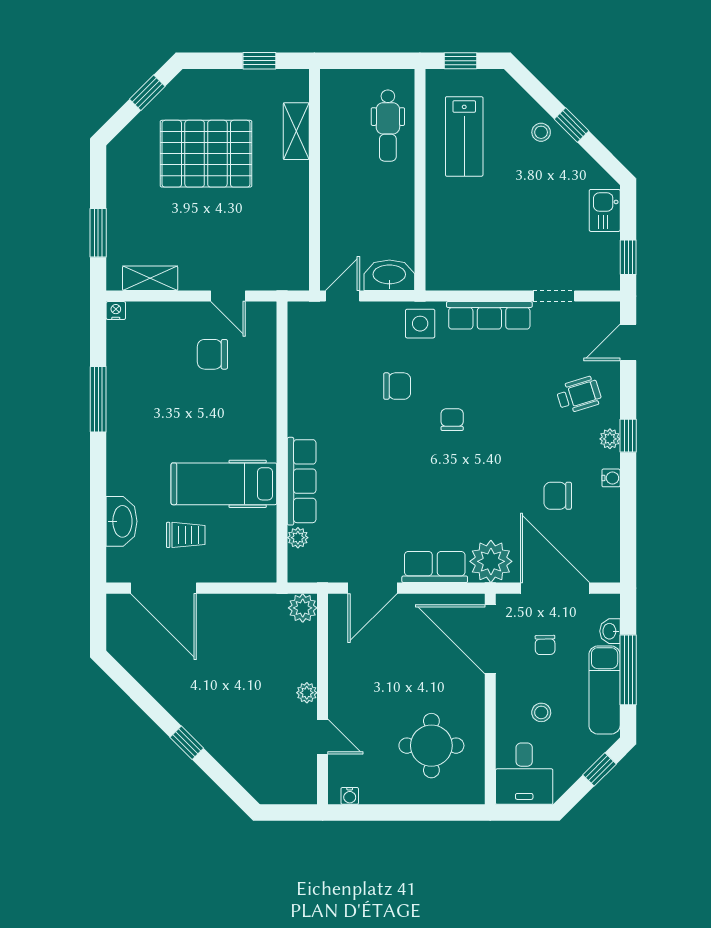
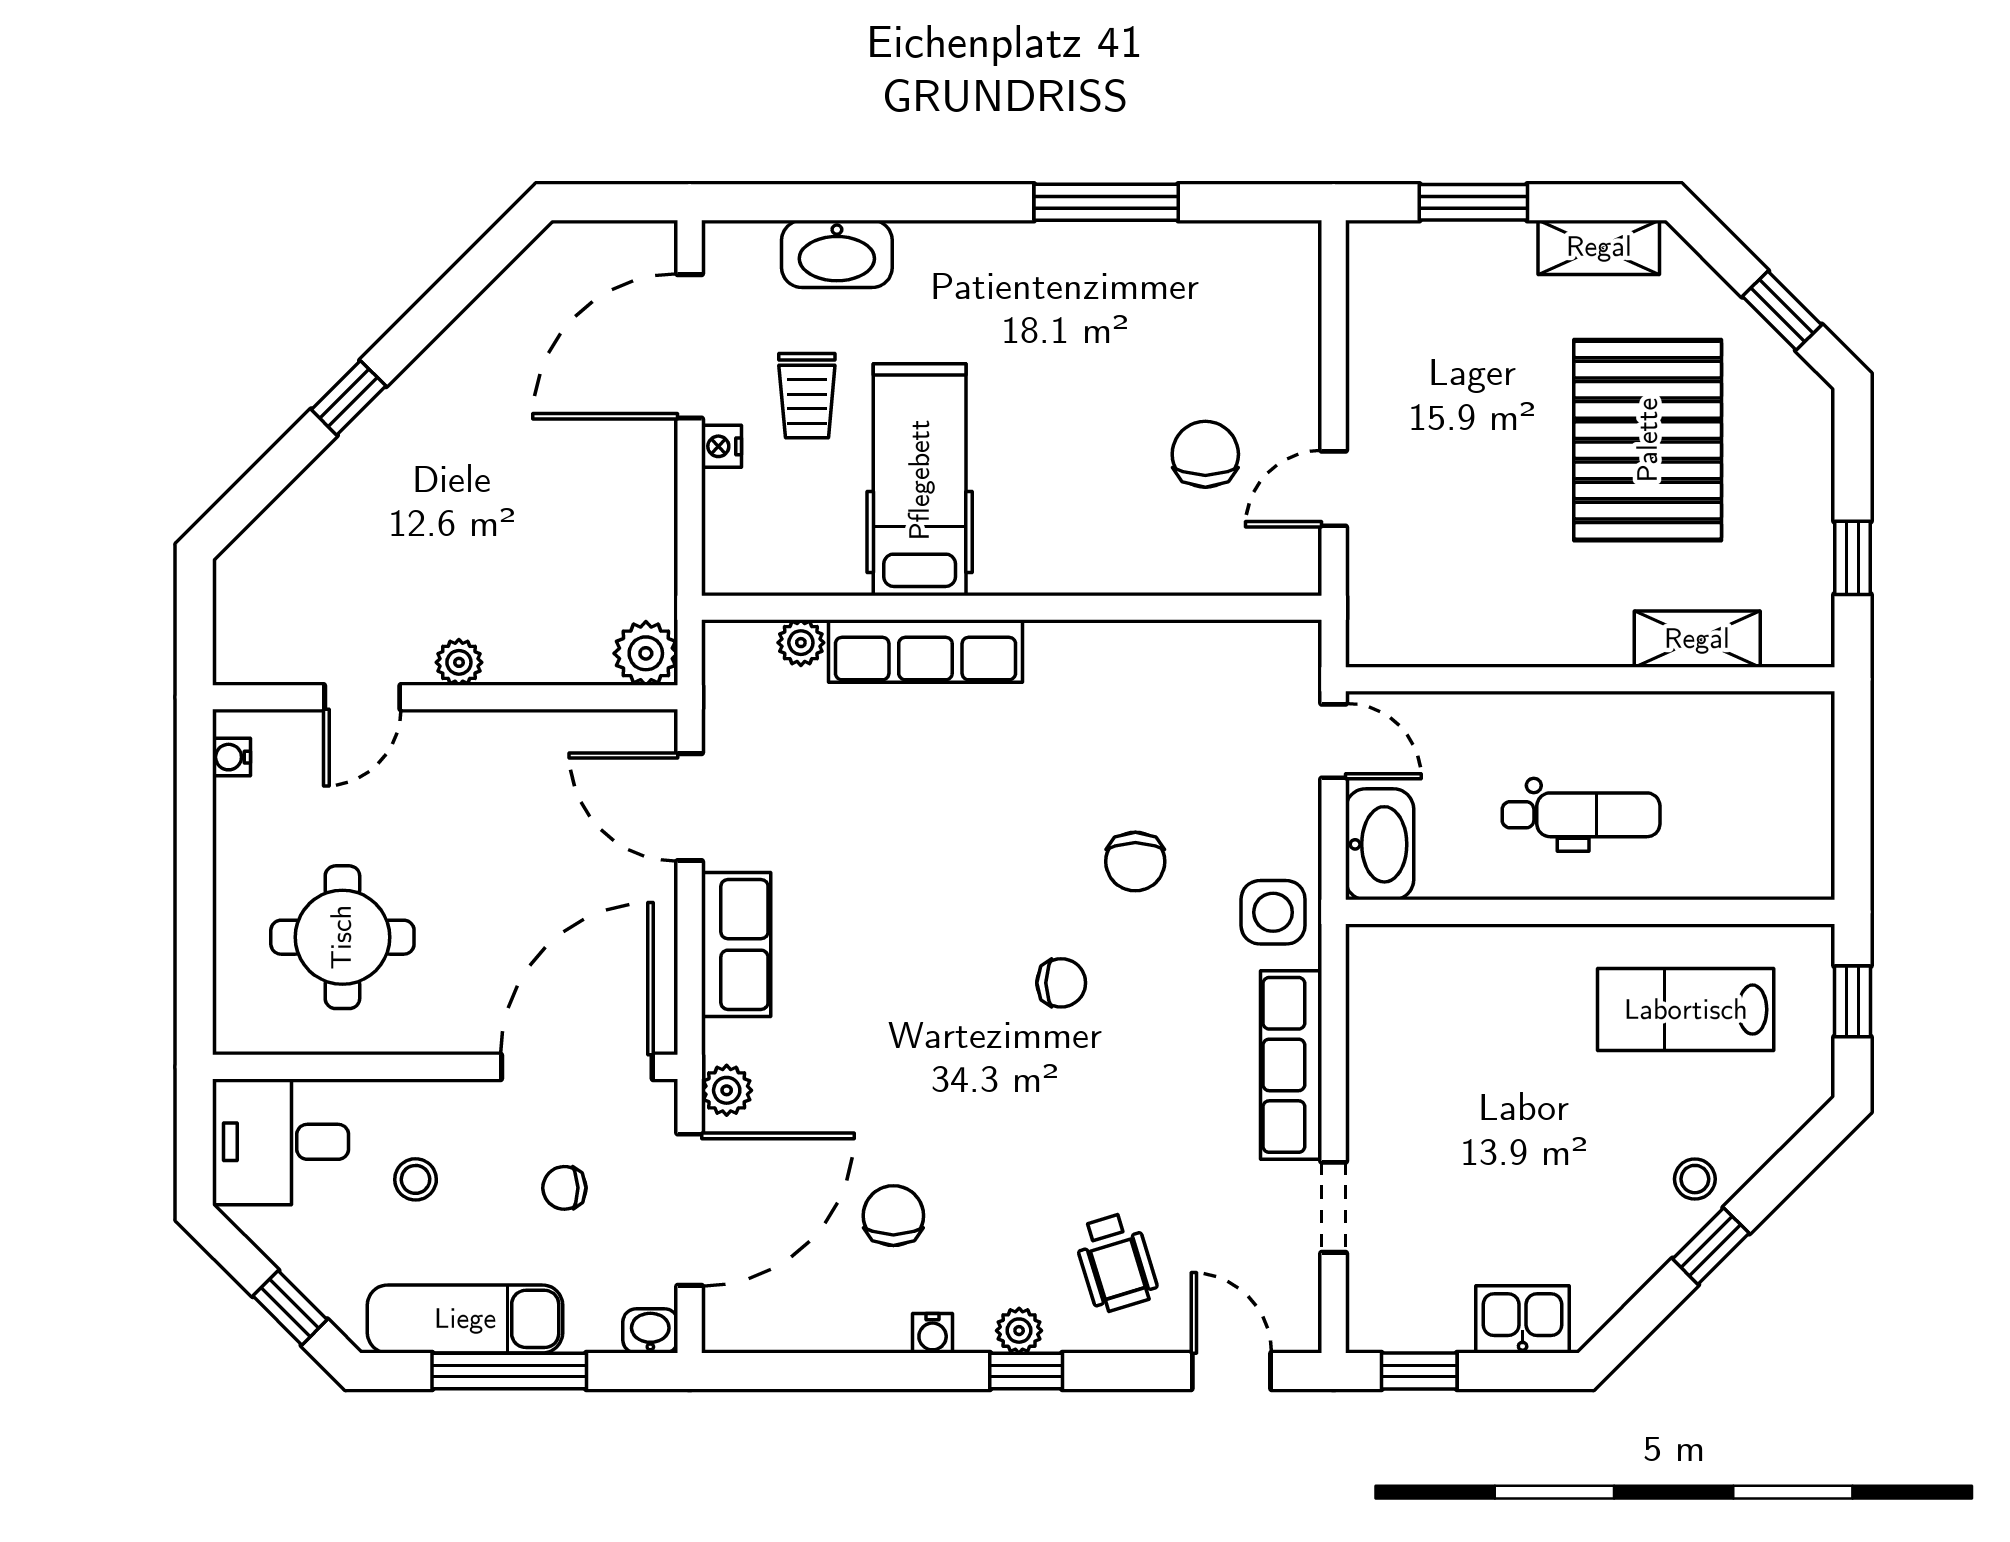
dental chair: (388, 126) -> (1581, 815), moved, turned 180
shelving: (150, 278) -> (1599, 247), moved, turned 90
nightstand: (116, 311) -> (722, 446), moved, turned 180
plant: (491, 561) -> (727, 1090), width x0.53, depth x0.53
washbasin: (610, 631) -> (650, 1331), moved

